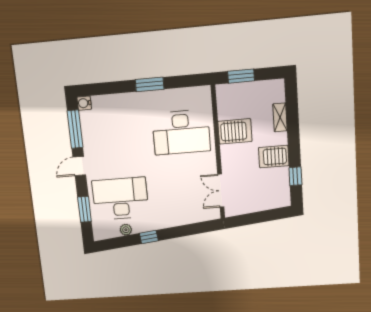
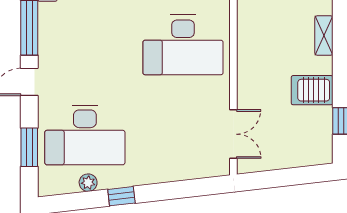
server rack: (235, 131) -> (260, 50), removed
double door: (221, 191) -> (233, 134), swing flipped
desk: (120, 199) -> (85, 135), turned 180

